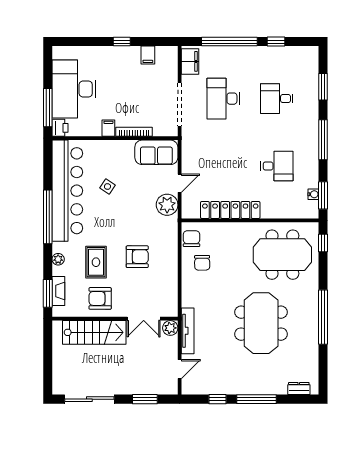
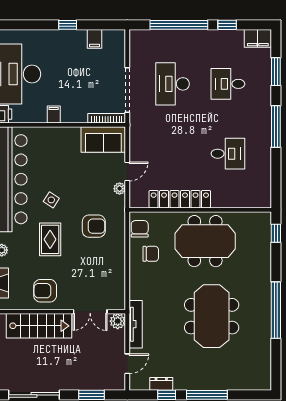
filing cabinet: (190, 61) -> (258, 38), moved, turned 90
bookcase: (134, 132) -> (107, 118), moved
side table: (107, 187) -> (51, 200), moved
water cooler: (313, 194) -> (266, 183), removed
window: (323, 195) -> (276, 184), removed
plant: (167, 205) -> (120, 189), width x0.53, depth x0.53
meeting table: (282, 255) -> (205, 241), moved
armchair: (137, 257) -> (94, 226), moved
rug: (96, 262) -> (50, 239), moved
chair: (202, 263) -> (151, 254), turned -89
dresser: (299, 389) -> (161, 384), moved

